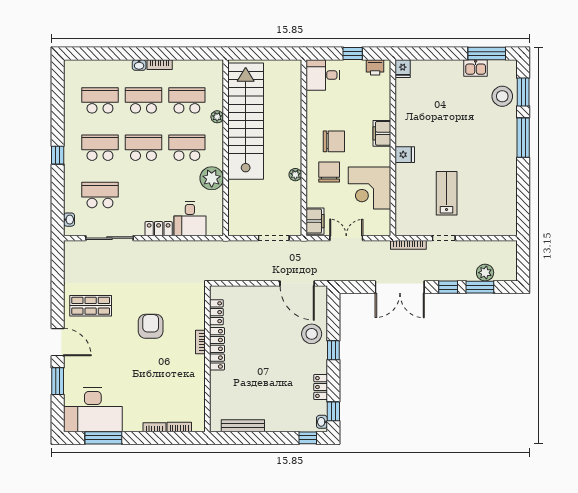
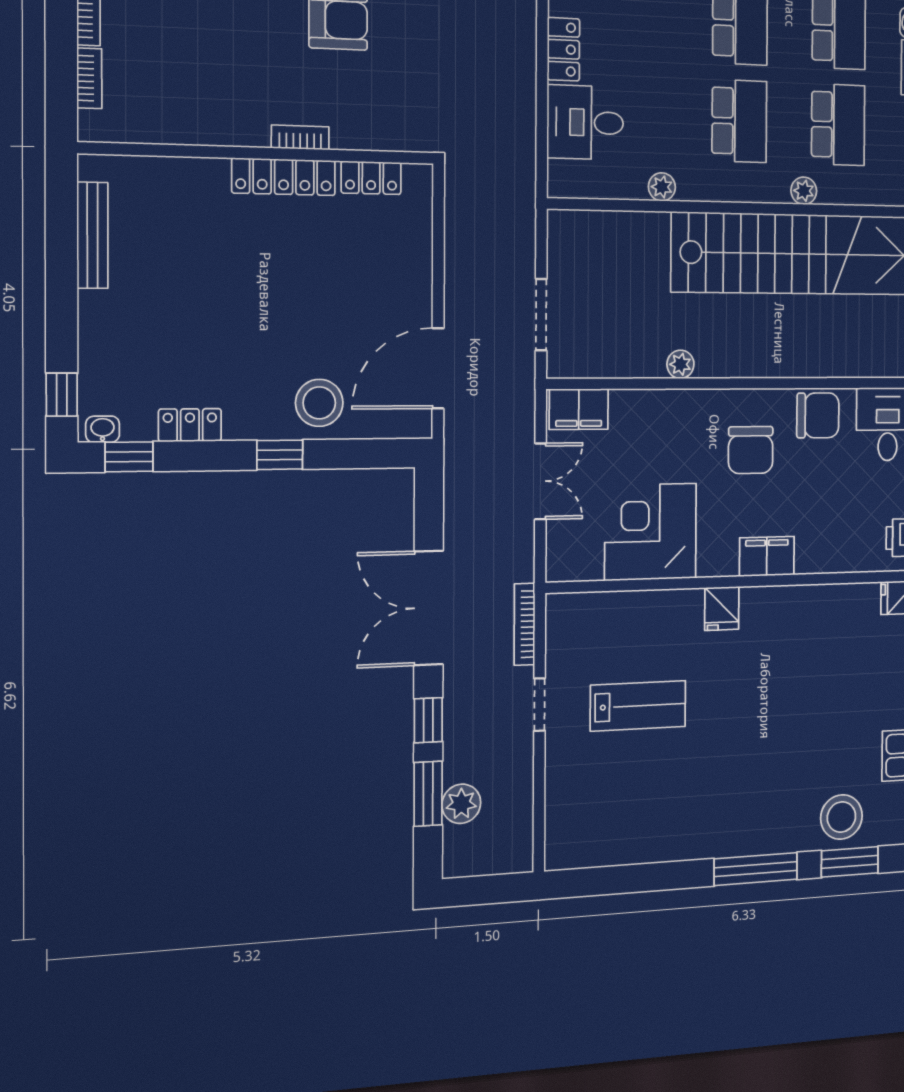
chair: (329, 172) -> (818, 415), moved
plant: (212, 178) -> (662, 187), width x0.53, depth x0.53

